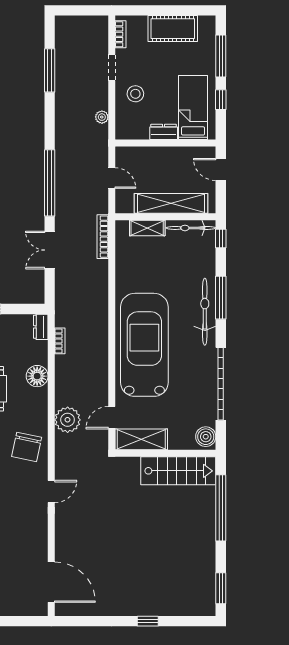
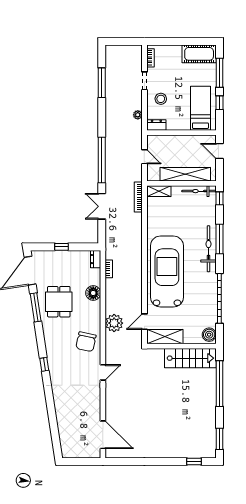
cot: (173, 29) -> (199, 54), moved
dresser: (164, 132) -> (156, 125), moved
shelving: (147, 228) -> (159, 191), moved
window: (148, 621) -> (194, 462), moved

